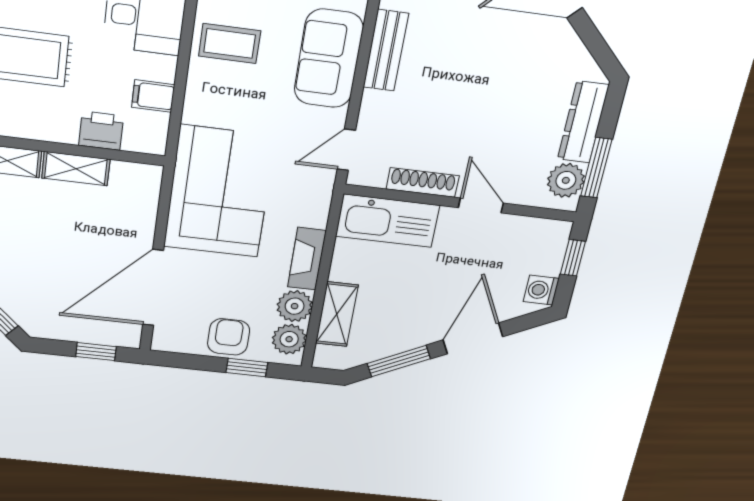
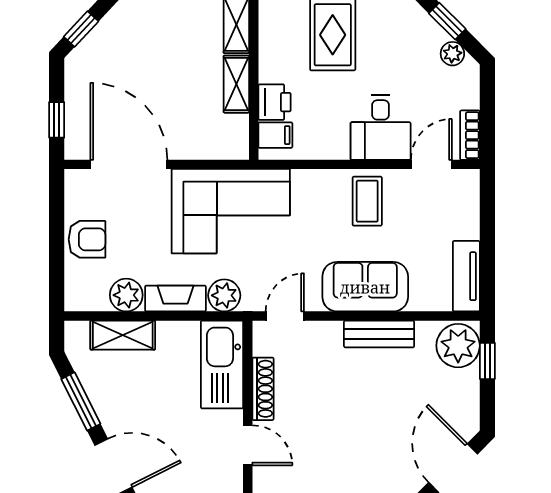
filing cabinet: (153, 96) -> (275, 135), moved, turned 90
door: (346, 150) -> (285, 316), hinge flipped
door: (481, 205) -> (248, 445), hinge flipped
plant: (289, 339) -> (224, 295), moved
window: (247, 368) -> (57, 261), removed

